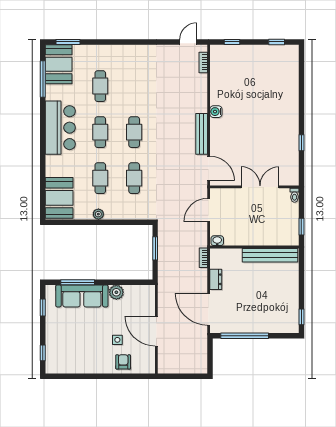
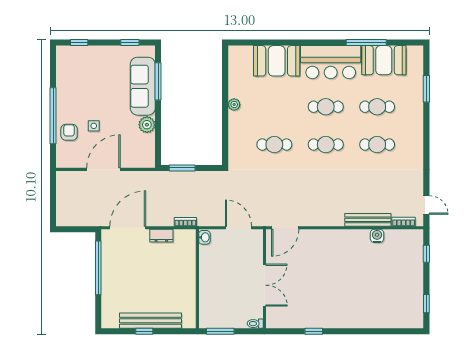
window: (68, 42) -> (426, 89), moved
booth: (59, 64) -> (384, 60), moved
window: (43, 79) -> (366, 43), moved
water cooler: (216, 112) -> (377, 236), moved
bench: (202, 134) -> (368, 220), moved
cafe table: (100, 178) -> (377, 145), moved
booth: (59, 198) -> (277, 61), moved
window: (301, 227) -> (220, 331), width x1.50
window: (155, 248) -> (182, 168), moved
bench: (270, 255) -> (150, 321), moved, turned 90
window: (301, 317) -> (144, 331), moved
armchair: (123, 362) -> (69, 132), turned -90
window: (108, 376) -> (53, 116), added

